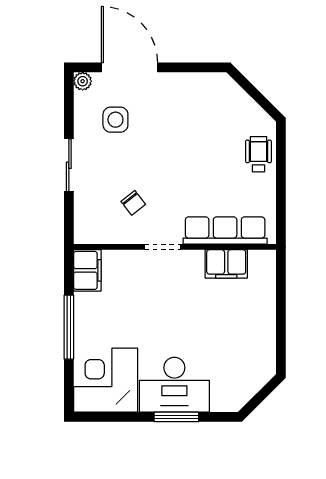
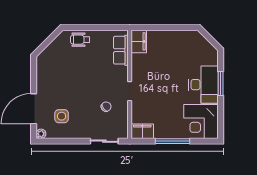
sliding door: (69, 165) -> (104, 141), moved
row of seats: (225, 230) -> (121, 50), width x0.68
filing cabinet: (226, 264) -> (139, 41), moved

